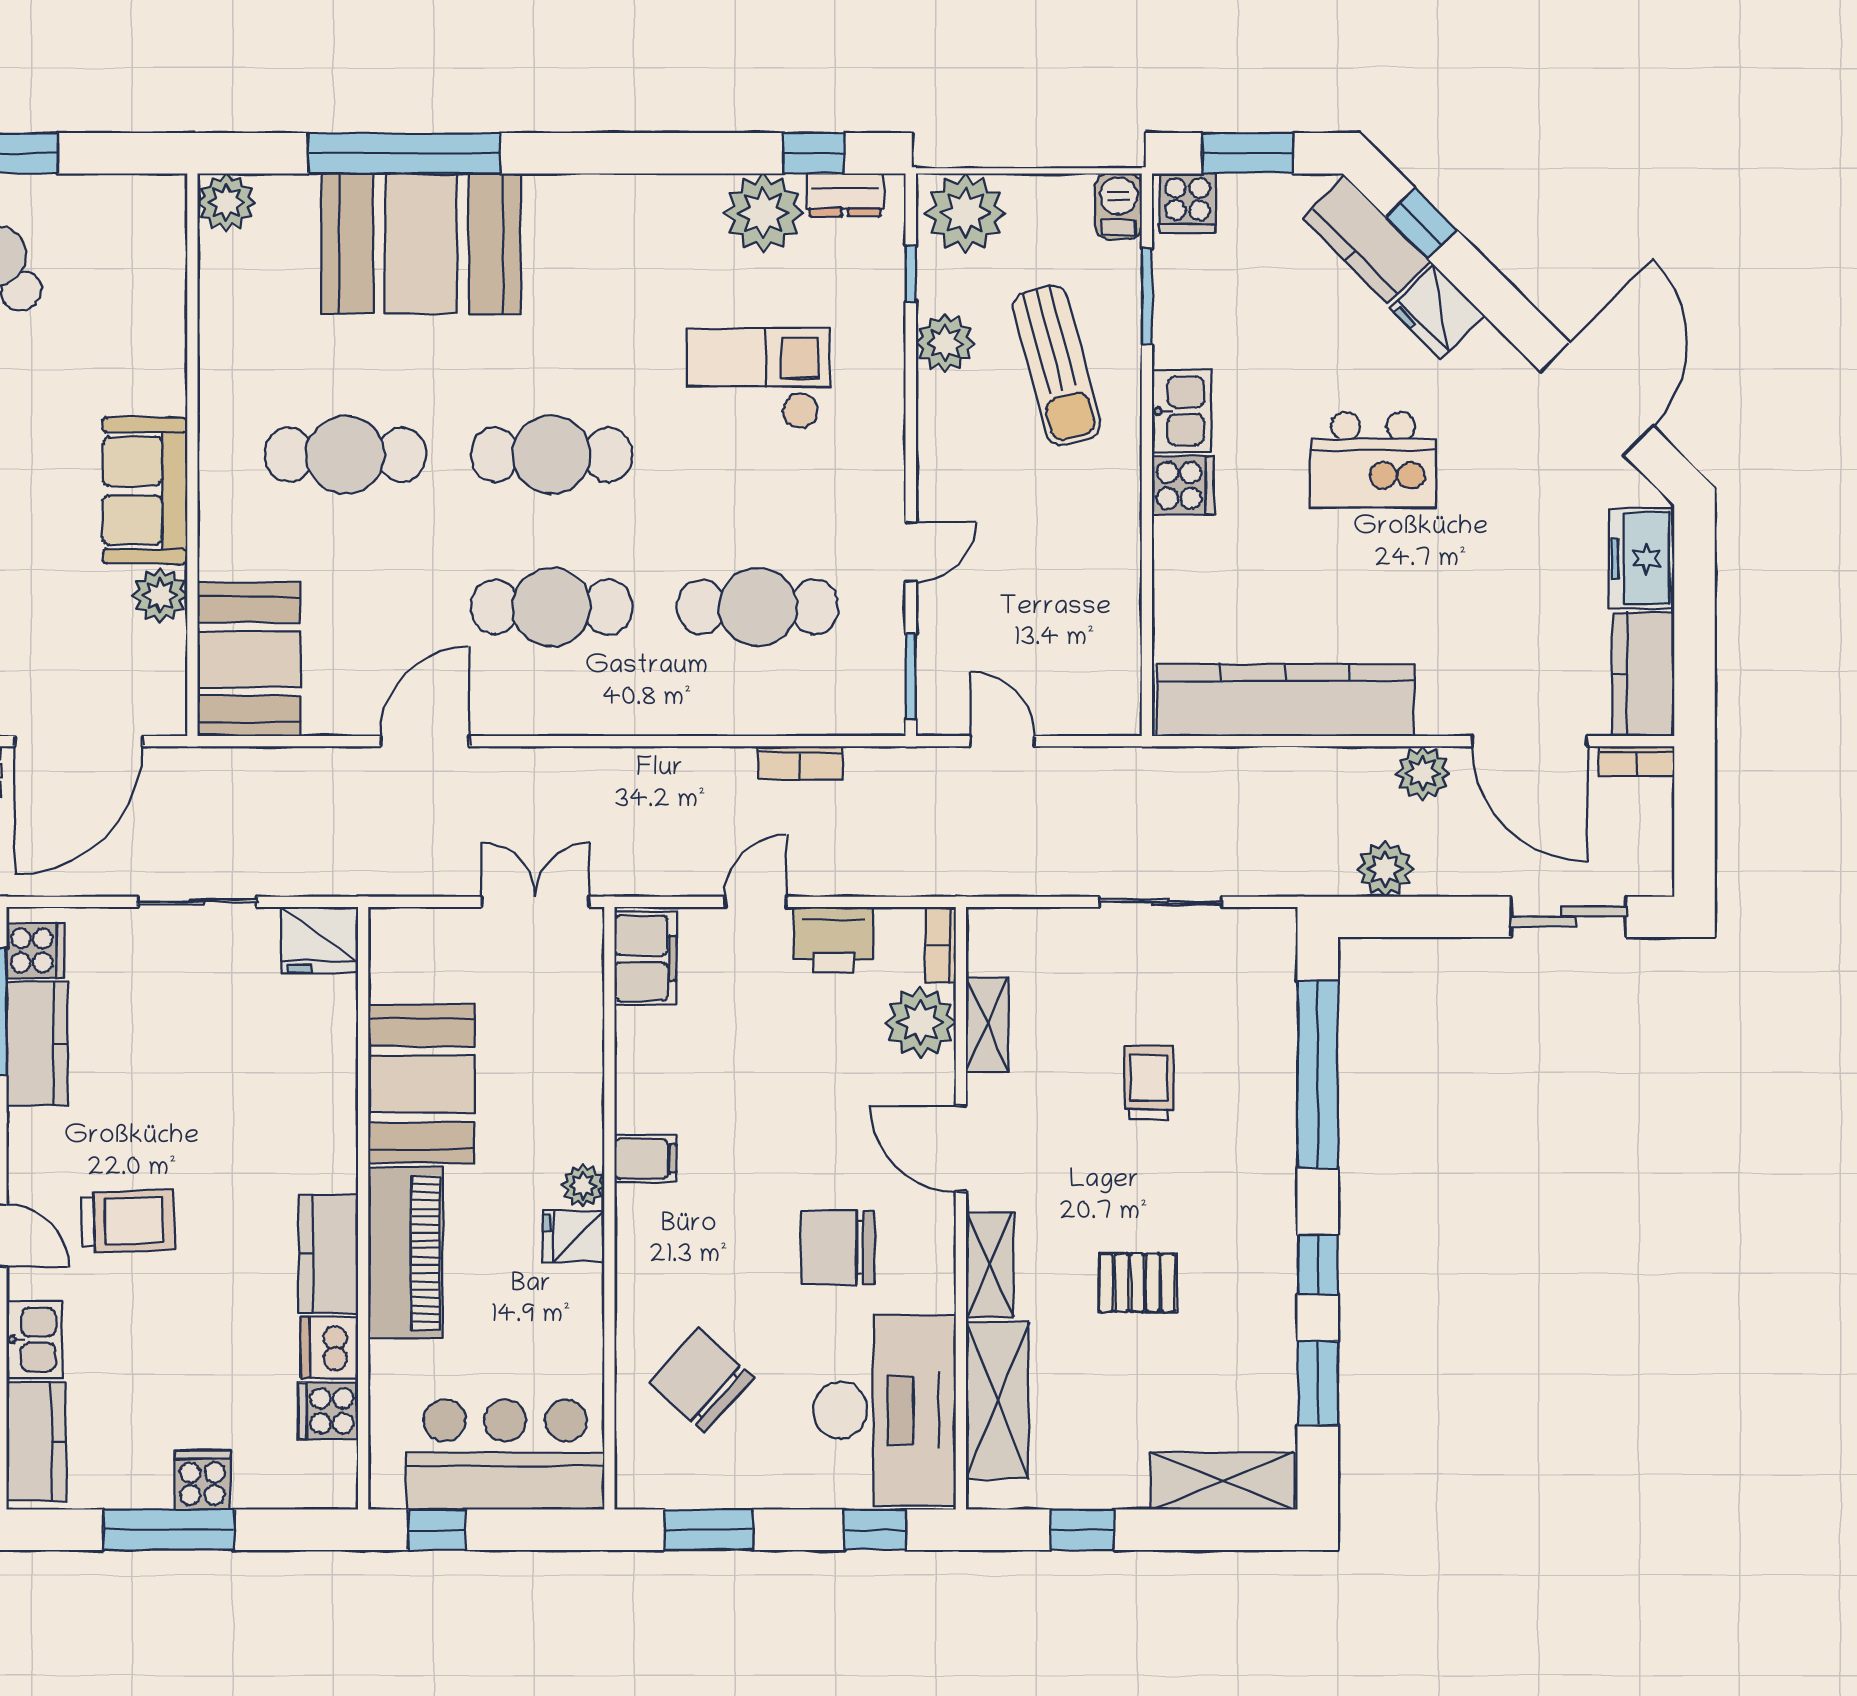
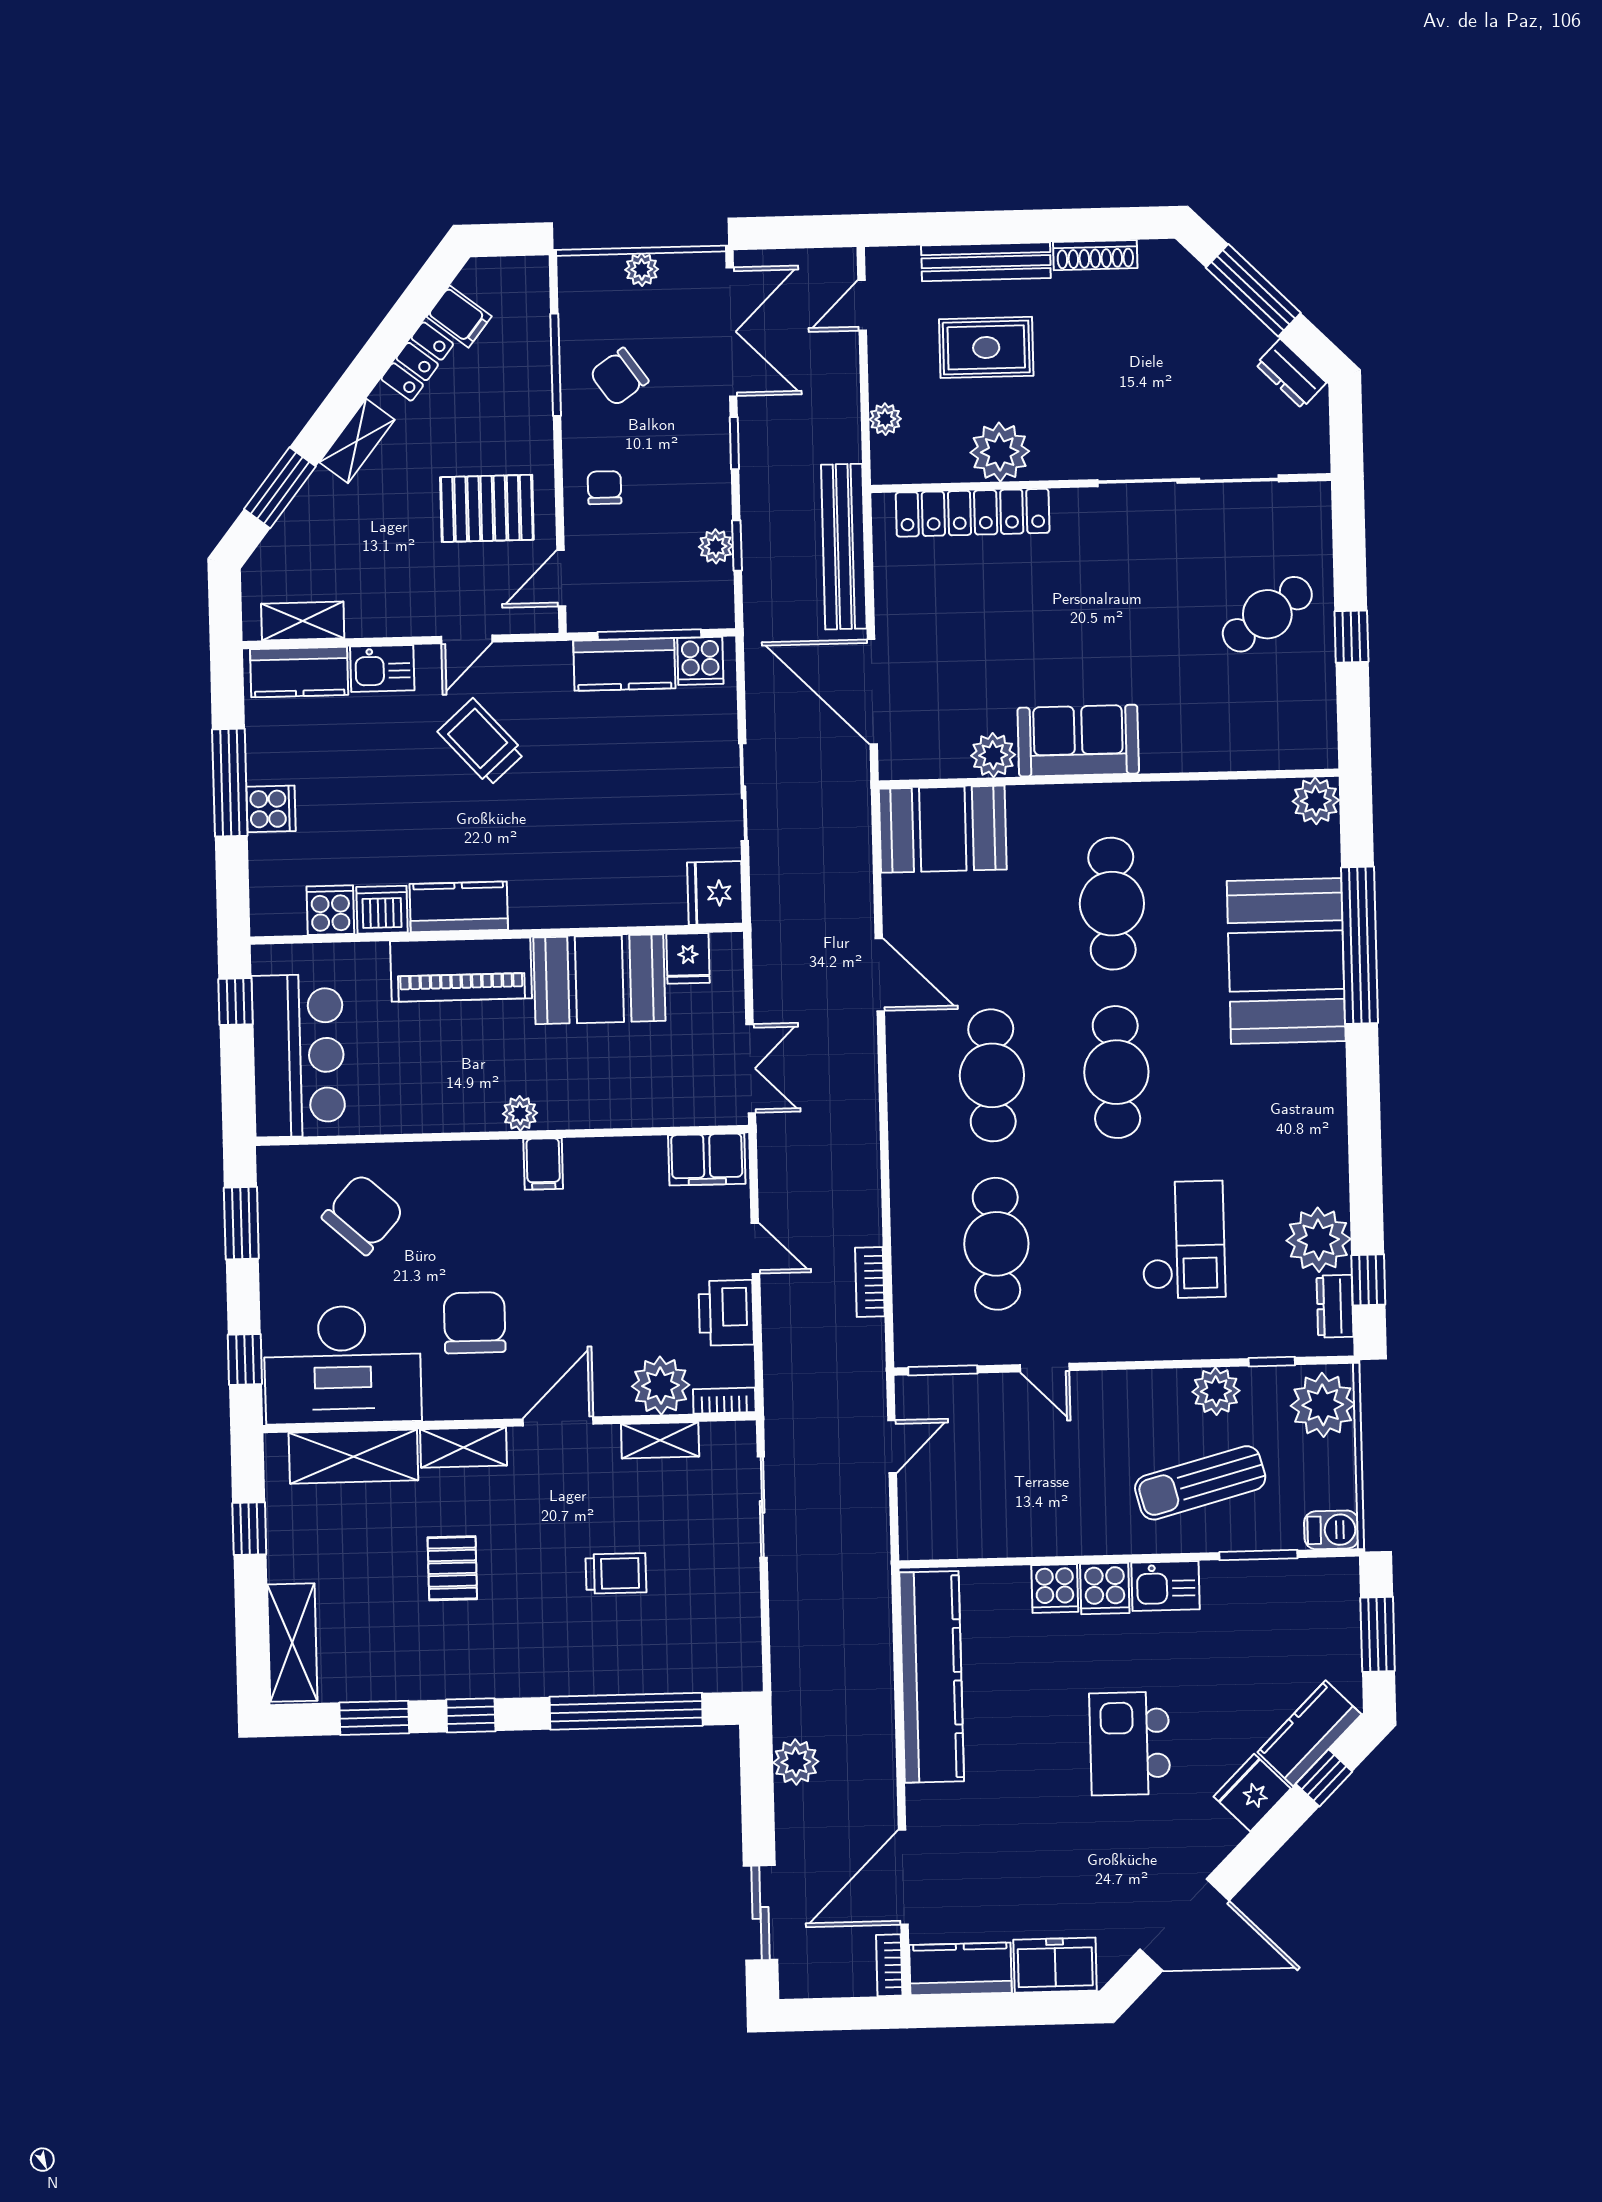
cooker: (1188, 203) -> (1055, 1589), moved, turned -90
plant: (1423, 773) -> (875, 1791), removed
sliding door: (1160, 902) -> (762, 1507), moved
trolley: (128, 1221) -> (481, 742), turned 140
fridge: (574, 1237) -> (688, 958), moved, turned 180

